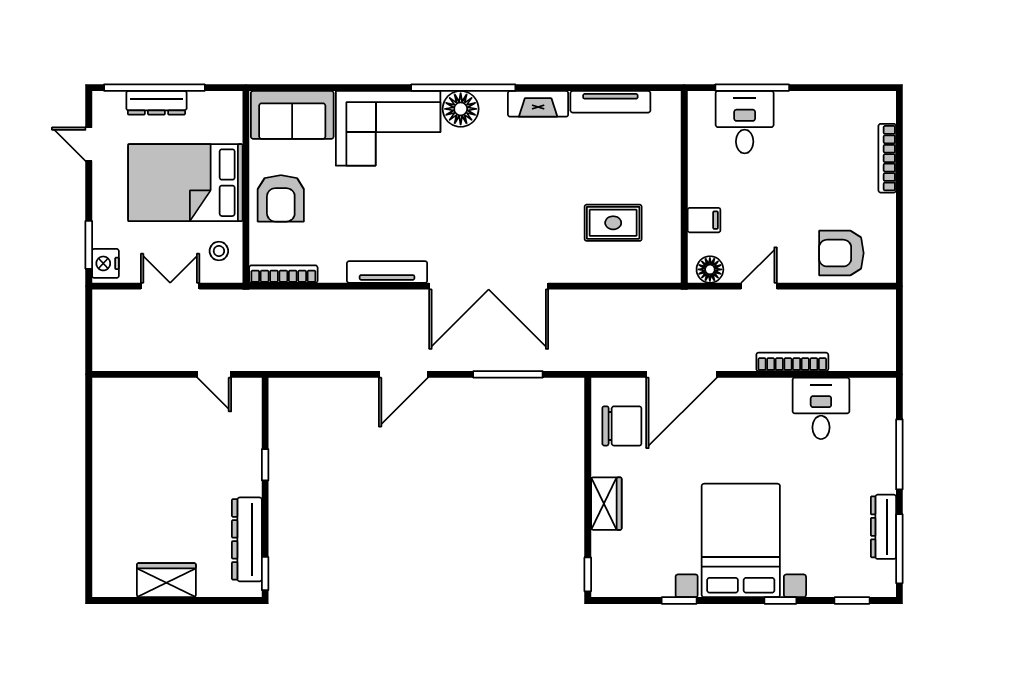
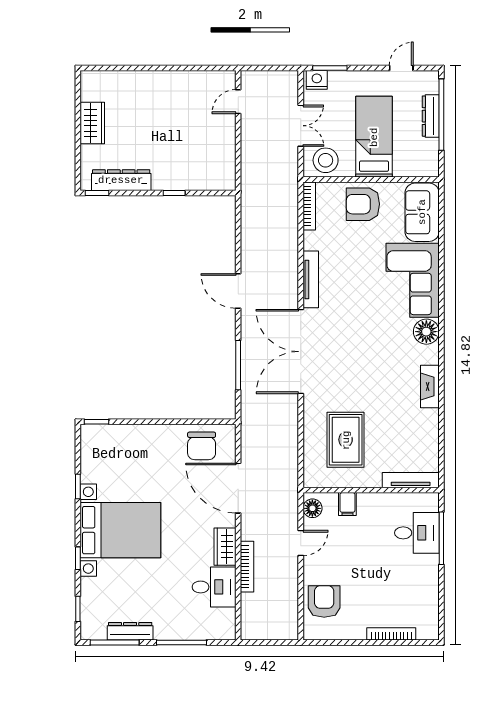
window: (463, 88) -> (441, 333), removed
tv unit: (610, 102) -> (411, 480), moved, turned 90
bed: (185, 183) -> (374, 137), width x0.67
rug: (613, 223) -> (346, 440), width x1.36, depth x1.43
stool: (219, 251) -> (326, 160), width x1.89, depth x1.89
door: (759, 286) -> (301, 543), hinge flipped
door: (214, 374) -> (238, 102), moved
wardrobe: (606, 504) -> (225, 547), moved, turned 90

